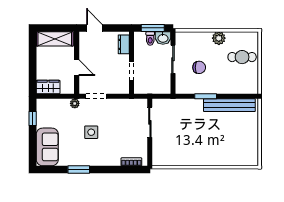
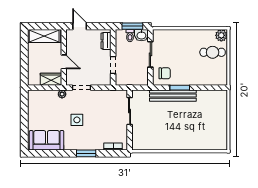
plant: (219, 38) -> (221, 35), moved
chair: (199, 67) -> (165, 73), moved
wardrobe: (48, 87) -> (51, 79), moved
bench: (229, 105) -> (173, 96), moved
window: (33, 119) -> (24, 108), removed
sofa: (47, 147) -> (47, 140), moved, turned -90
window: (79, 170) -> (86, 153), moved

